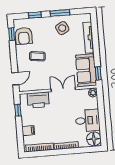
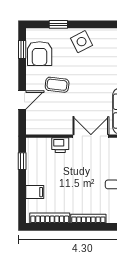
window: (60, 13) -> (95, 24), removed
side table: (62, 28) -> (82, 42), moved
door: (15, 79) -> (22, 100), moved
printer: (38, 100) -> (60, 145), width x0.53, depth x0.68

